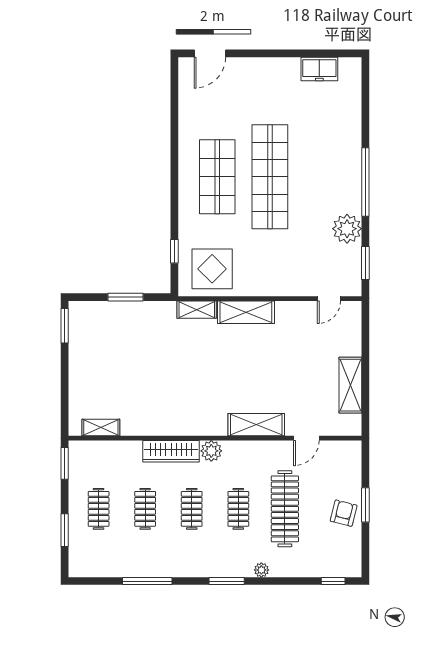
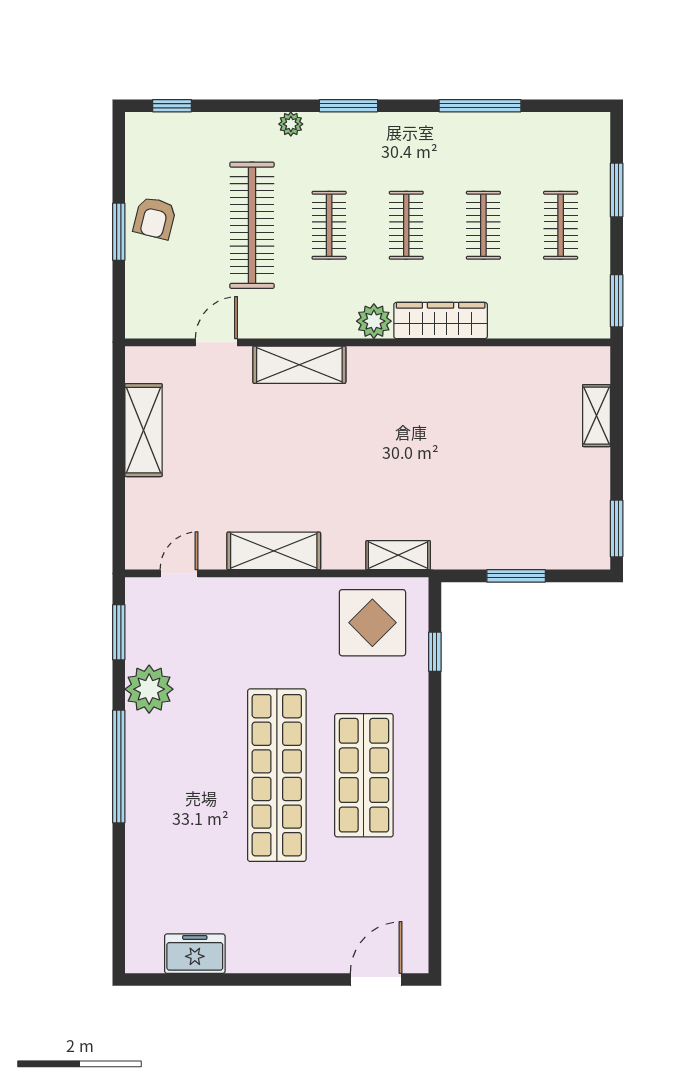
shelving: (246, 312) -> (274, 551), moved
shelving: (101, 427) -> (596, 416), moved, turned 90

